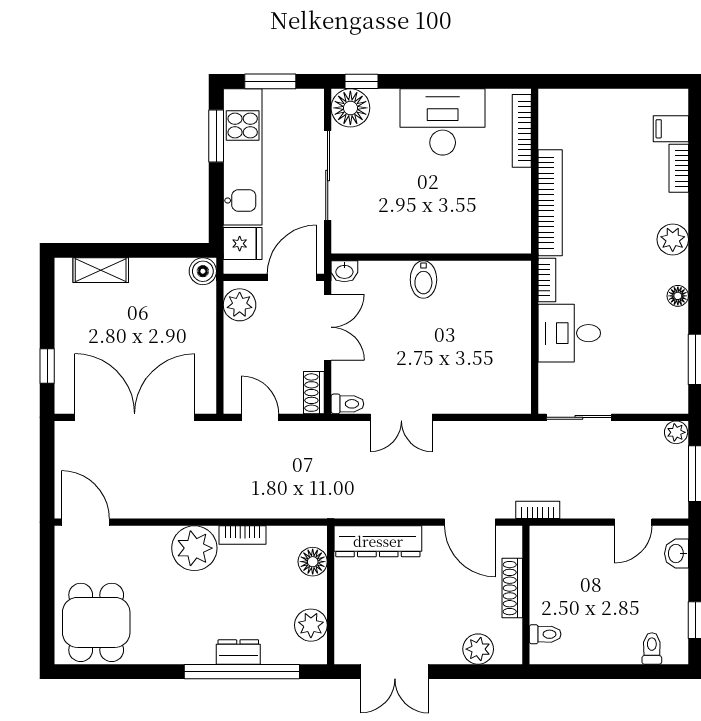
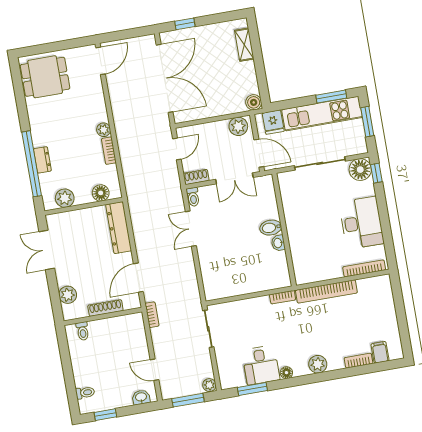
washbasin: (344, 271) -> (278, 243), moved
desk: (569, 333) -> (261, 365), moved, turned 180
plant: (194, 548) -> (104, 130), width x0.53, depth x0.53

